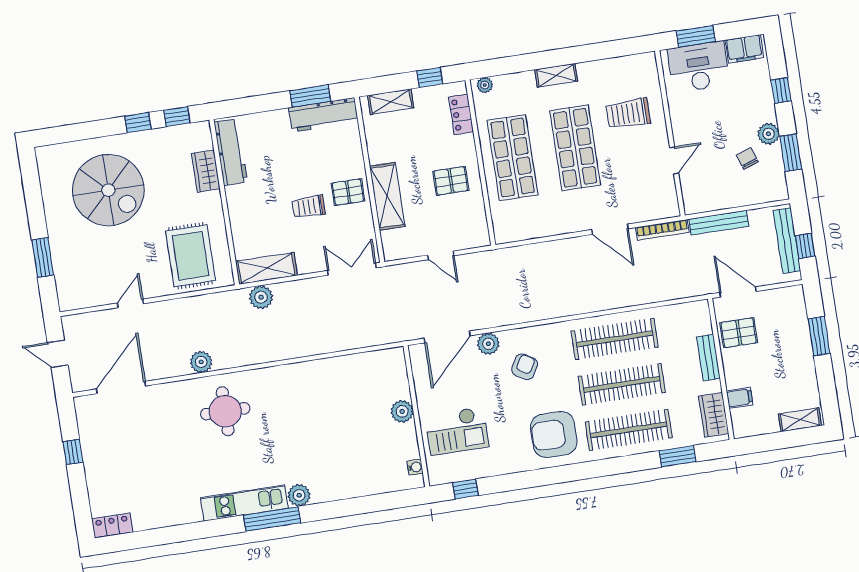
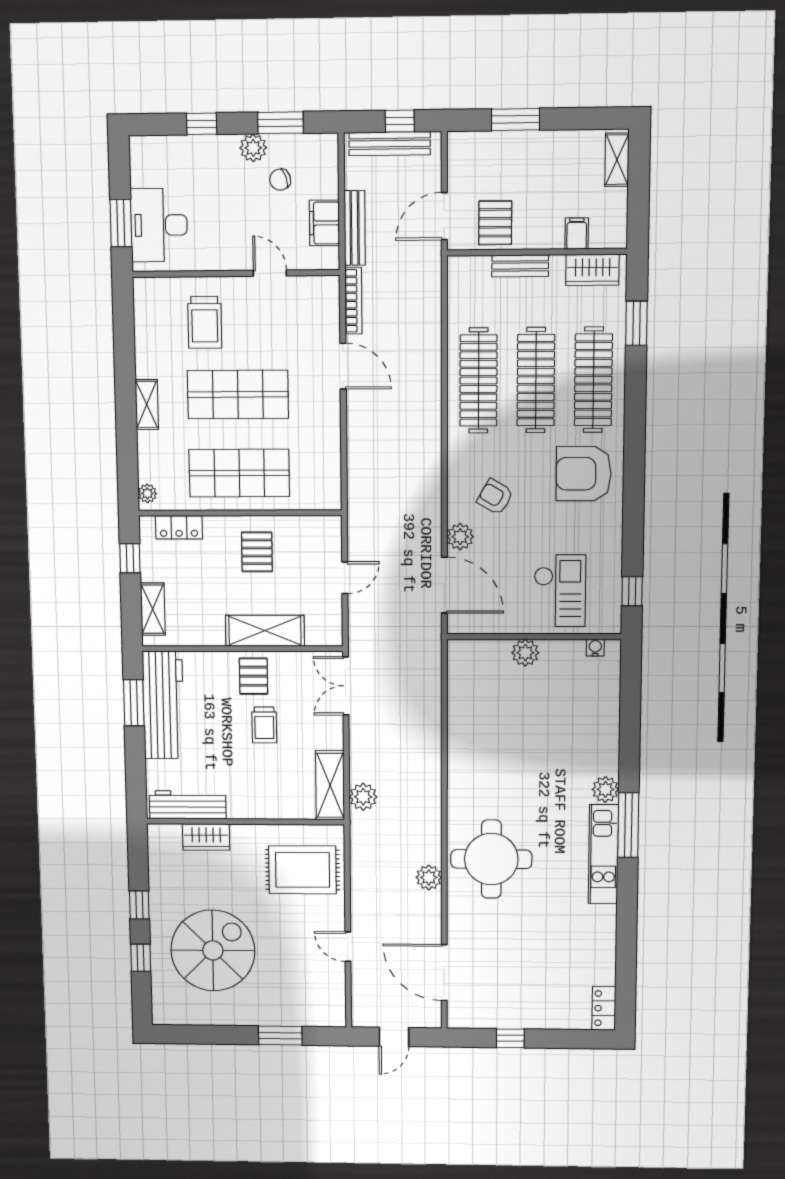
filing cabinet: (744, 49) -> (324, 223), moved, turned 180
workbench: (324, 115) -> (163, 705), width x1.36, depth x1.32
window: (177, 117) -> (141, 958), moved
door: (610, 229) -> (343, 366), hinge flipped
round table: (225, 411) -> (491, 859), width x1.36, depth x1.36
armchair: (554, 434) -> (584, 474), turned 90

